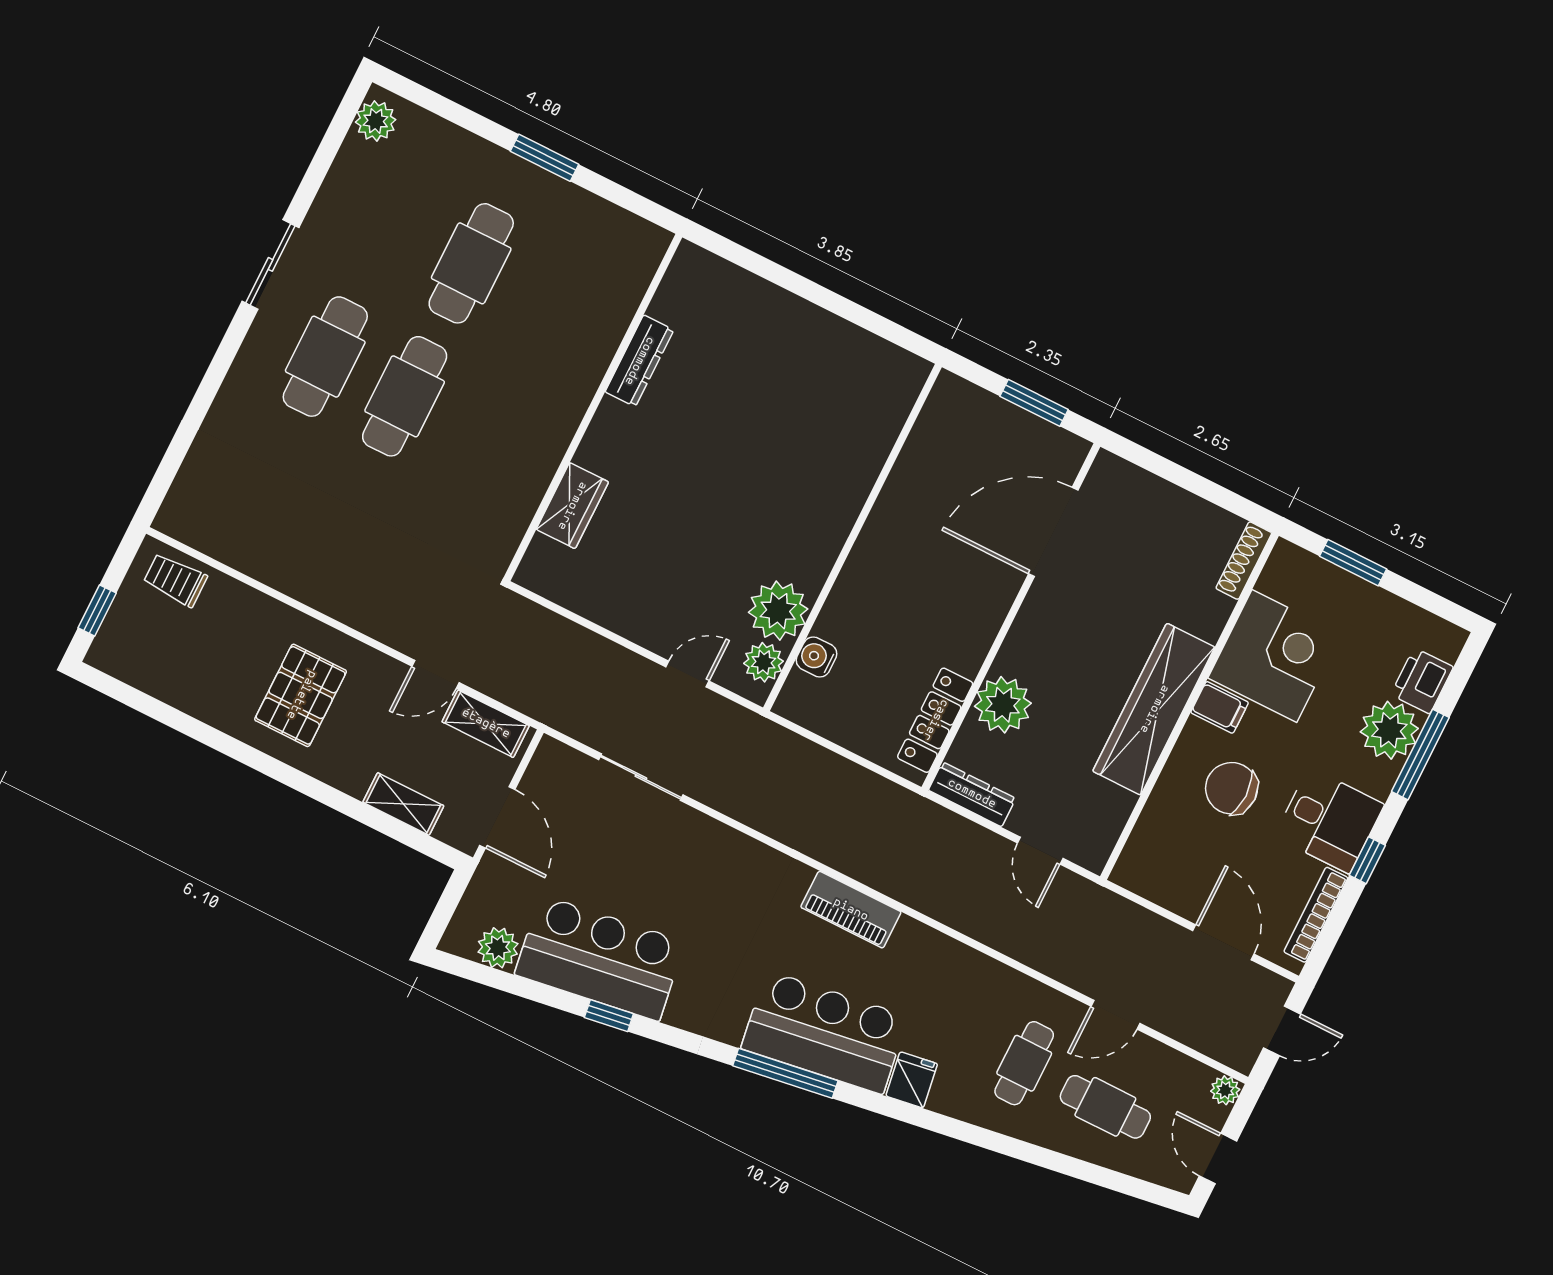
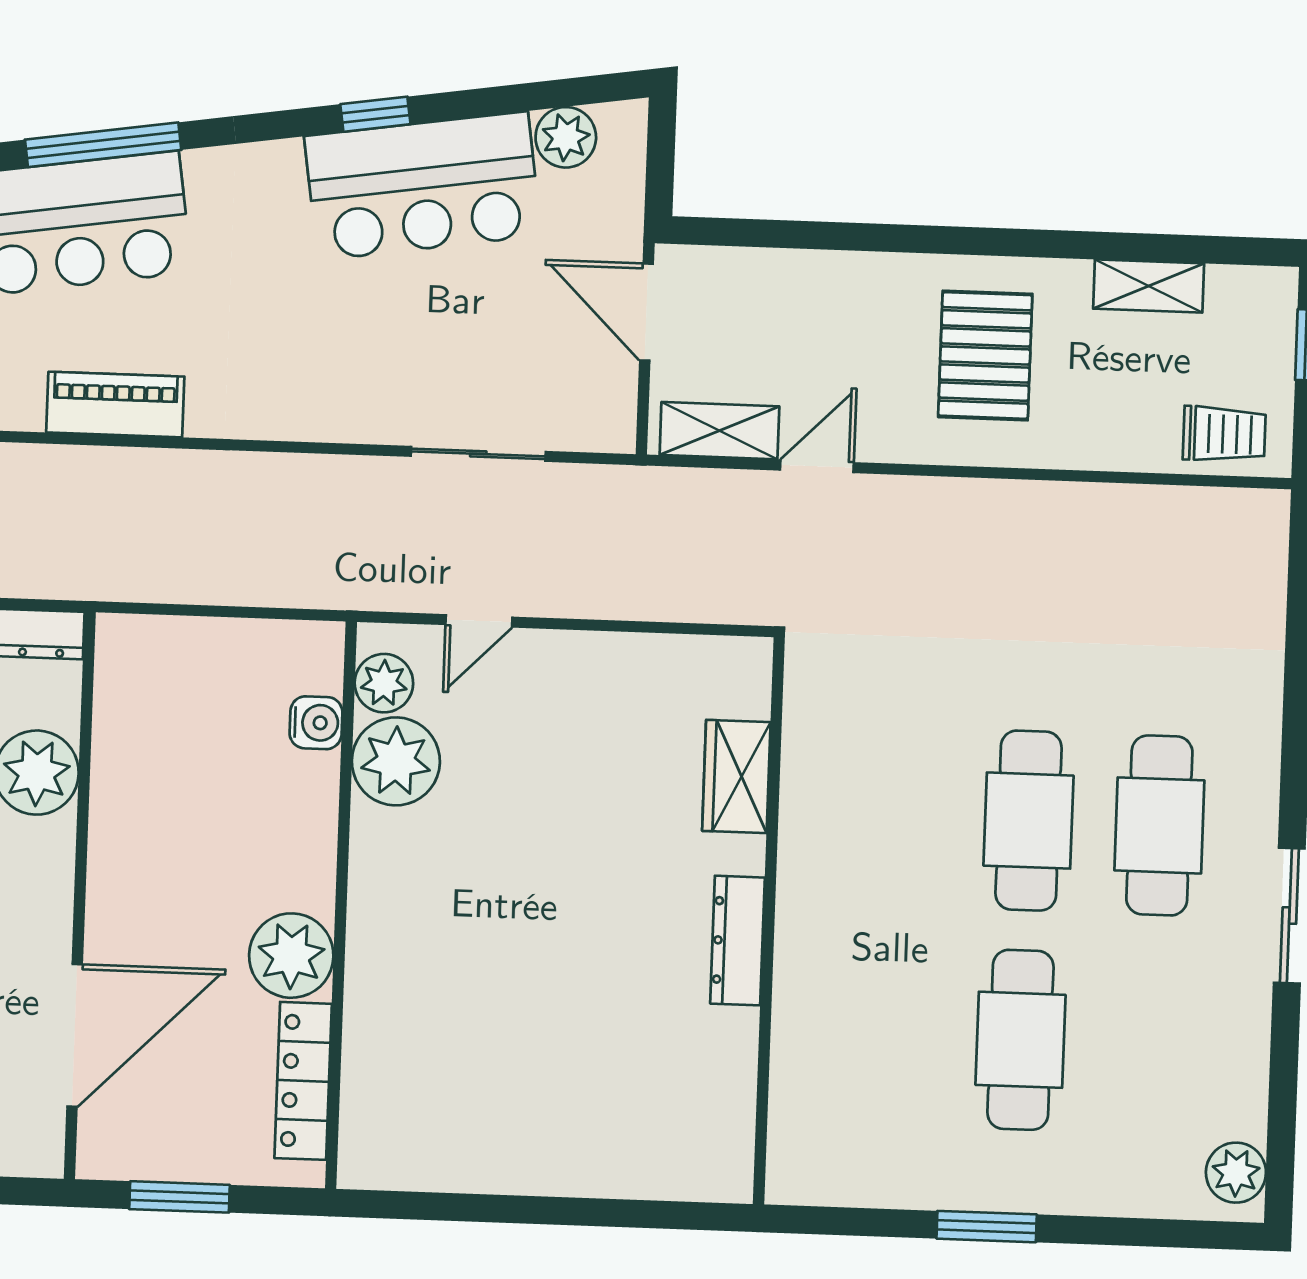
dresser: (639, 361) -> (738, 941), moved
plant: (897, 520) -> (291, 956), added
locker: (935, 720) -> (303, 1081), moved, turned 180
shelving: (403, 804) -> (1149, 286), moved

